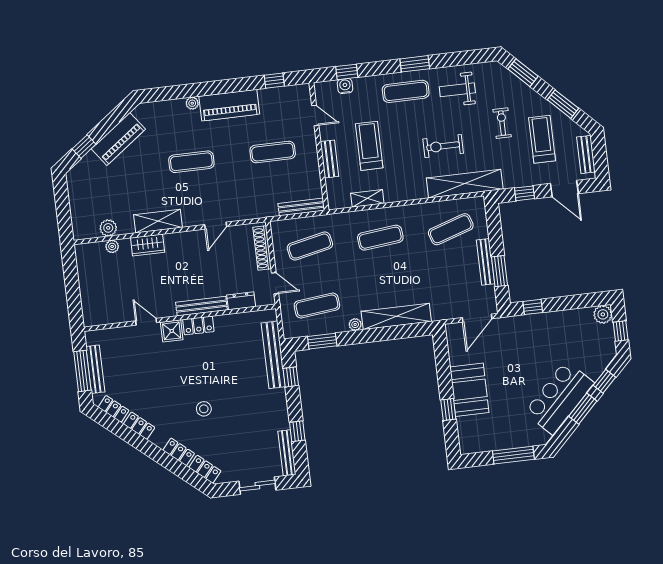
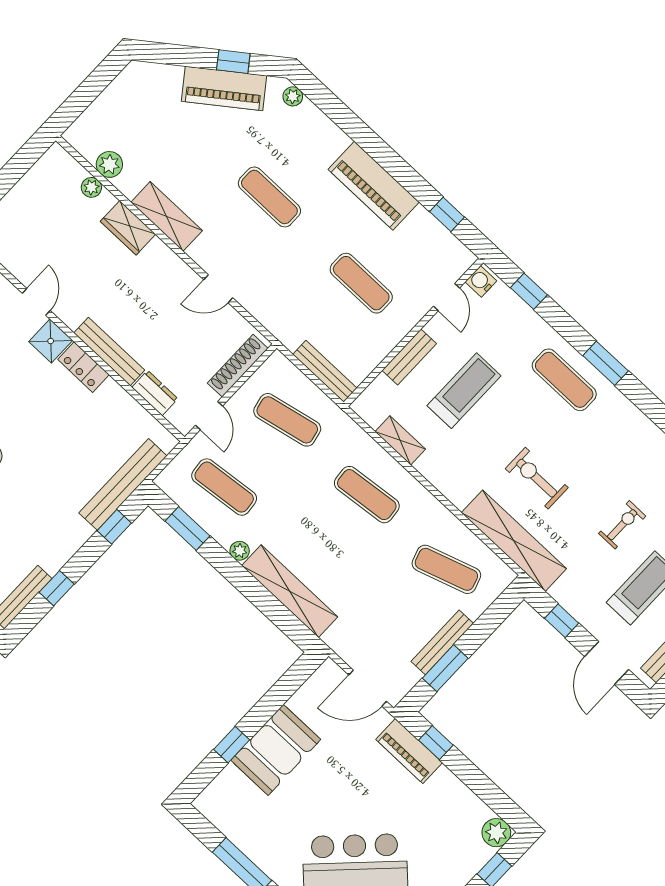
water cooler: (345, 86) -> (481, 281), moved, turned -90
weight bench: (457, 90) -> (617, 439), removed
plant: (192, 103) -> (293, 96), moved
window: (84, 147) -> (233, 62), moved
piano: (526, 324) -> (409, 751), added

